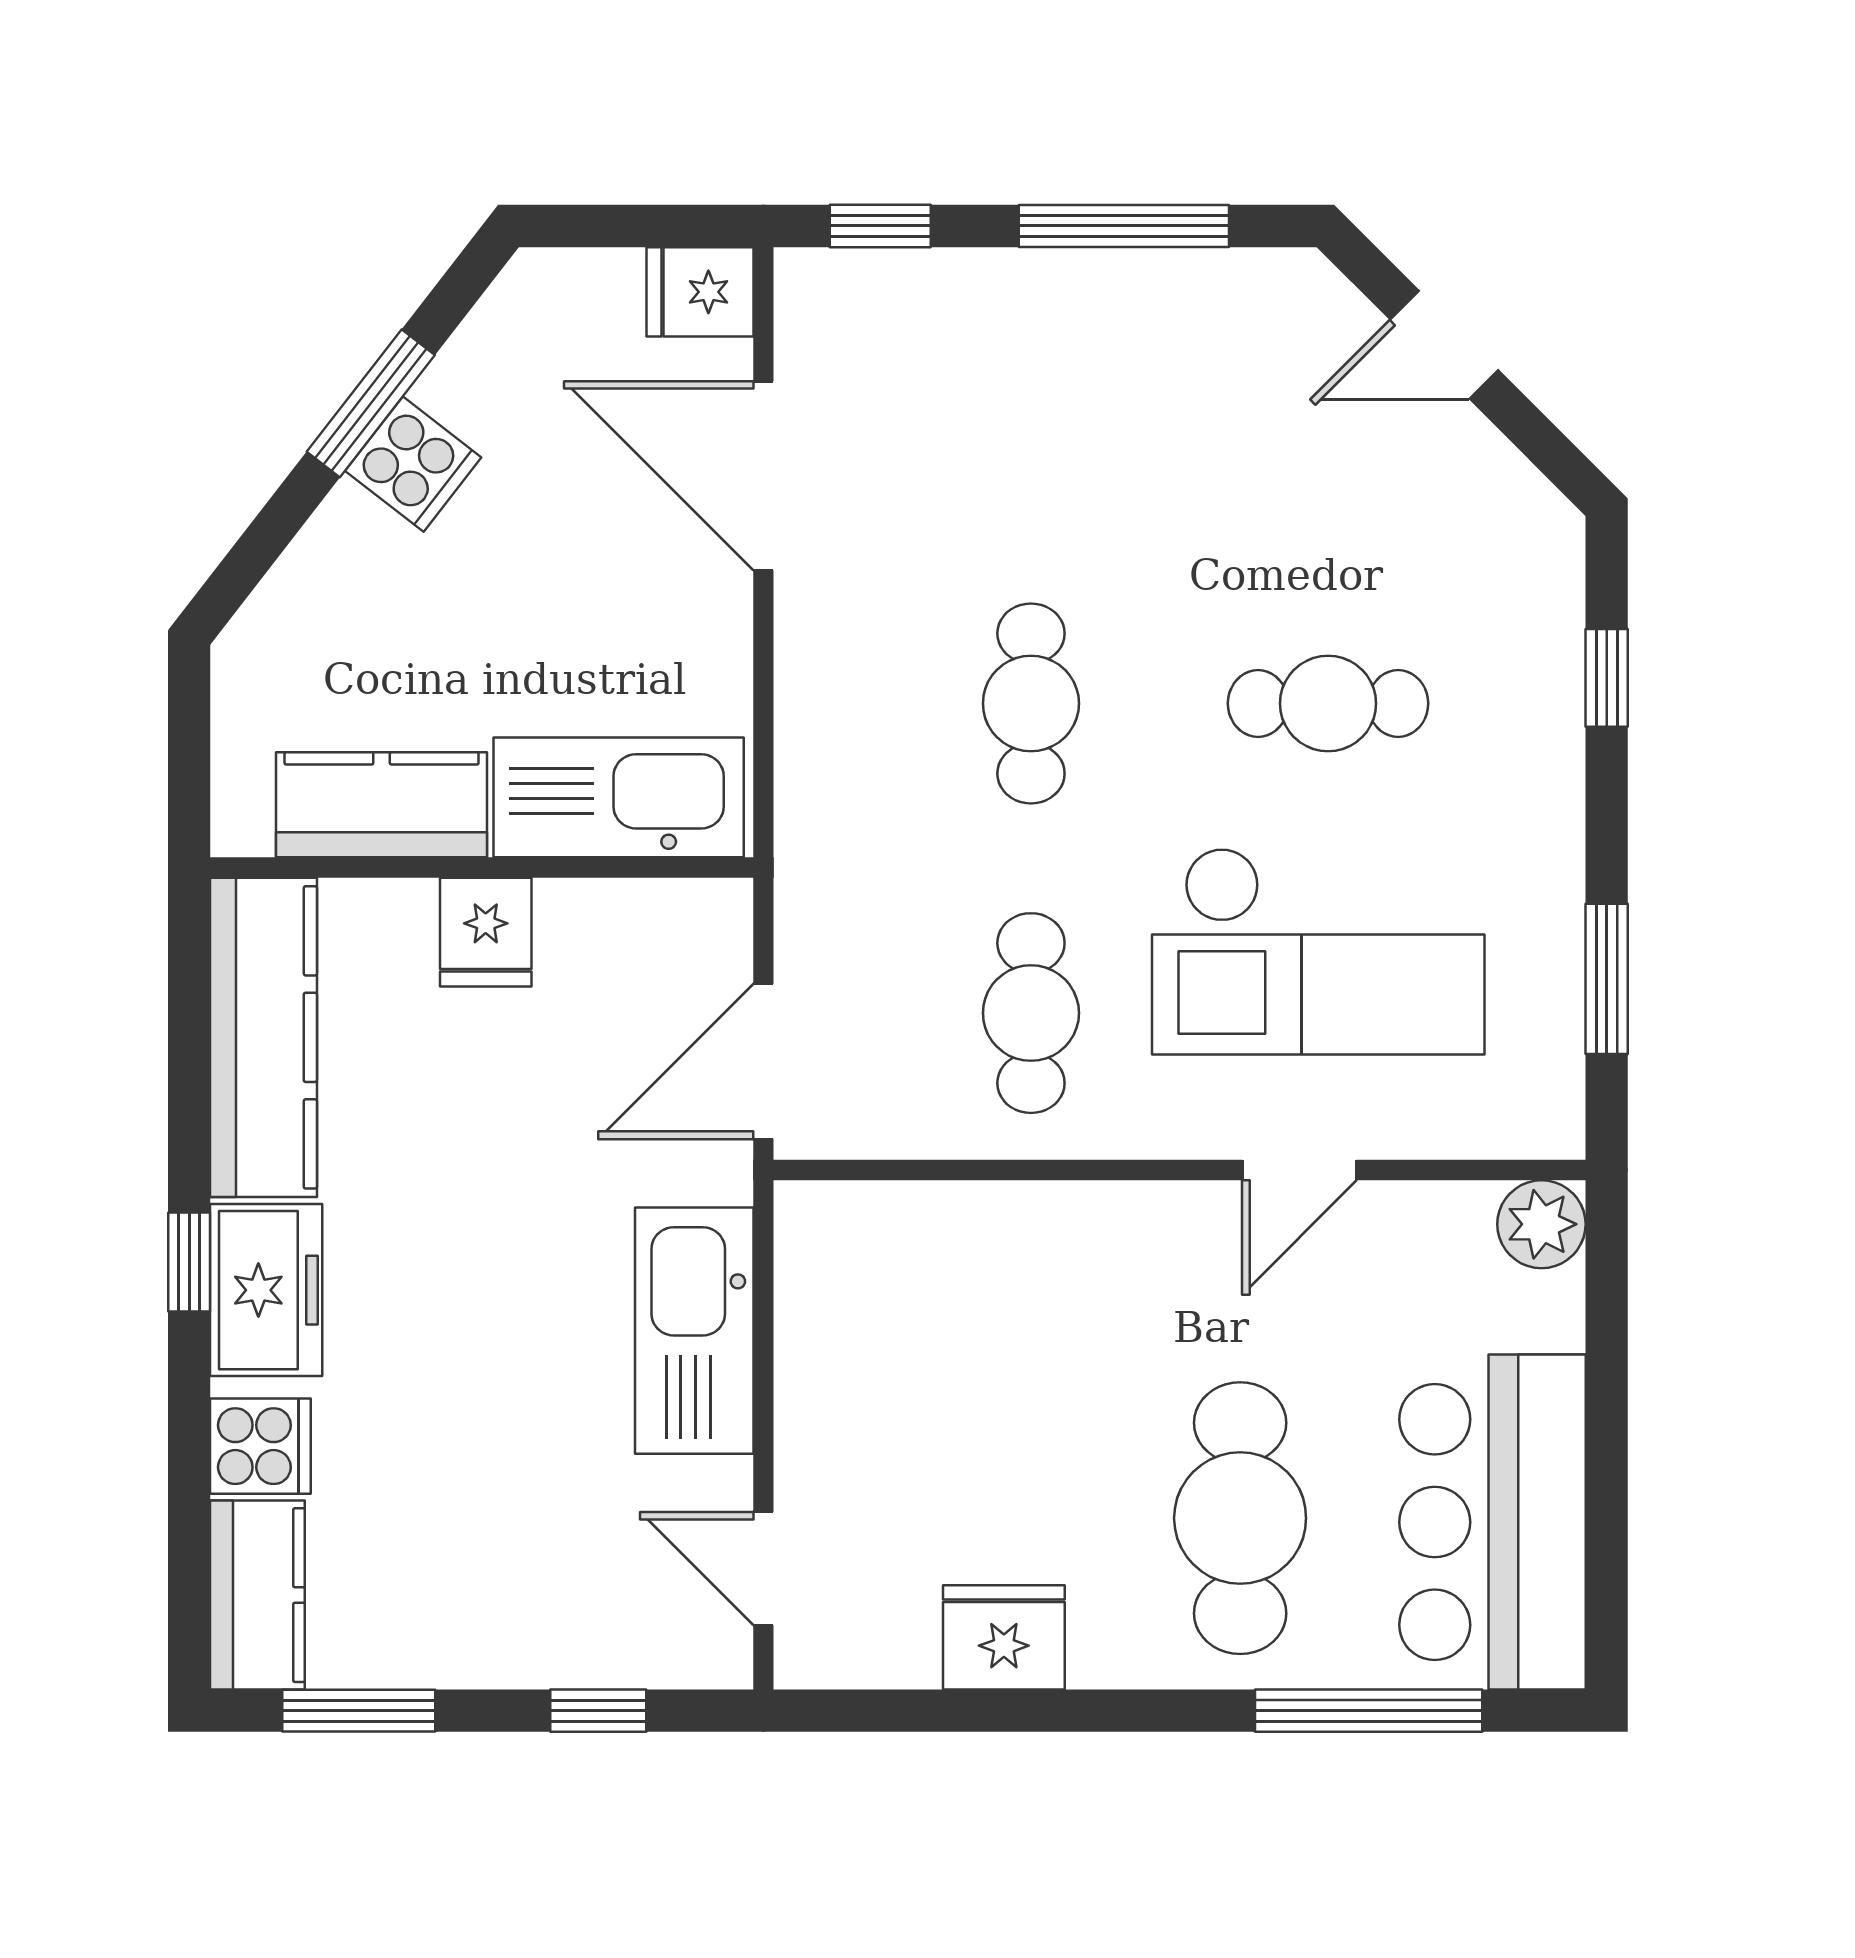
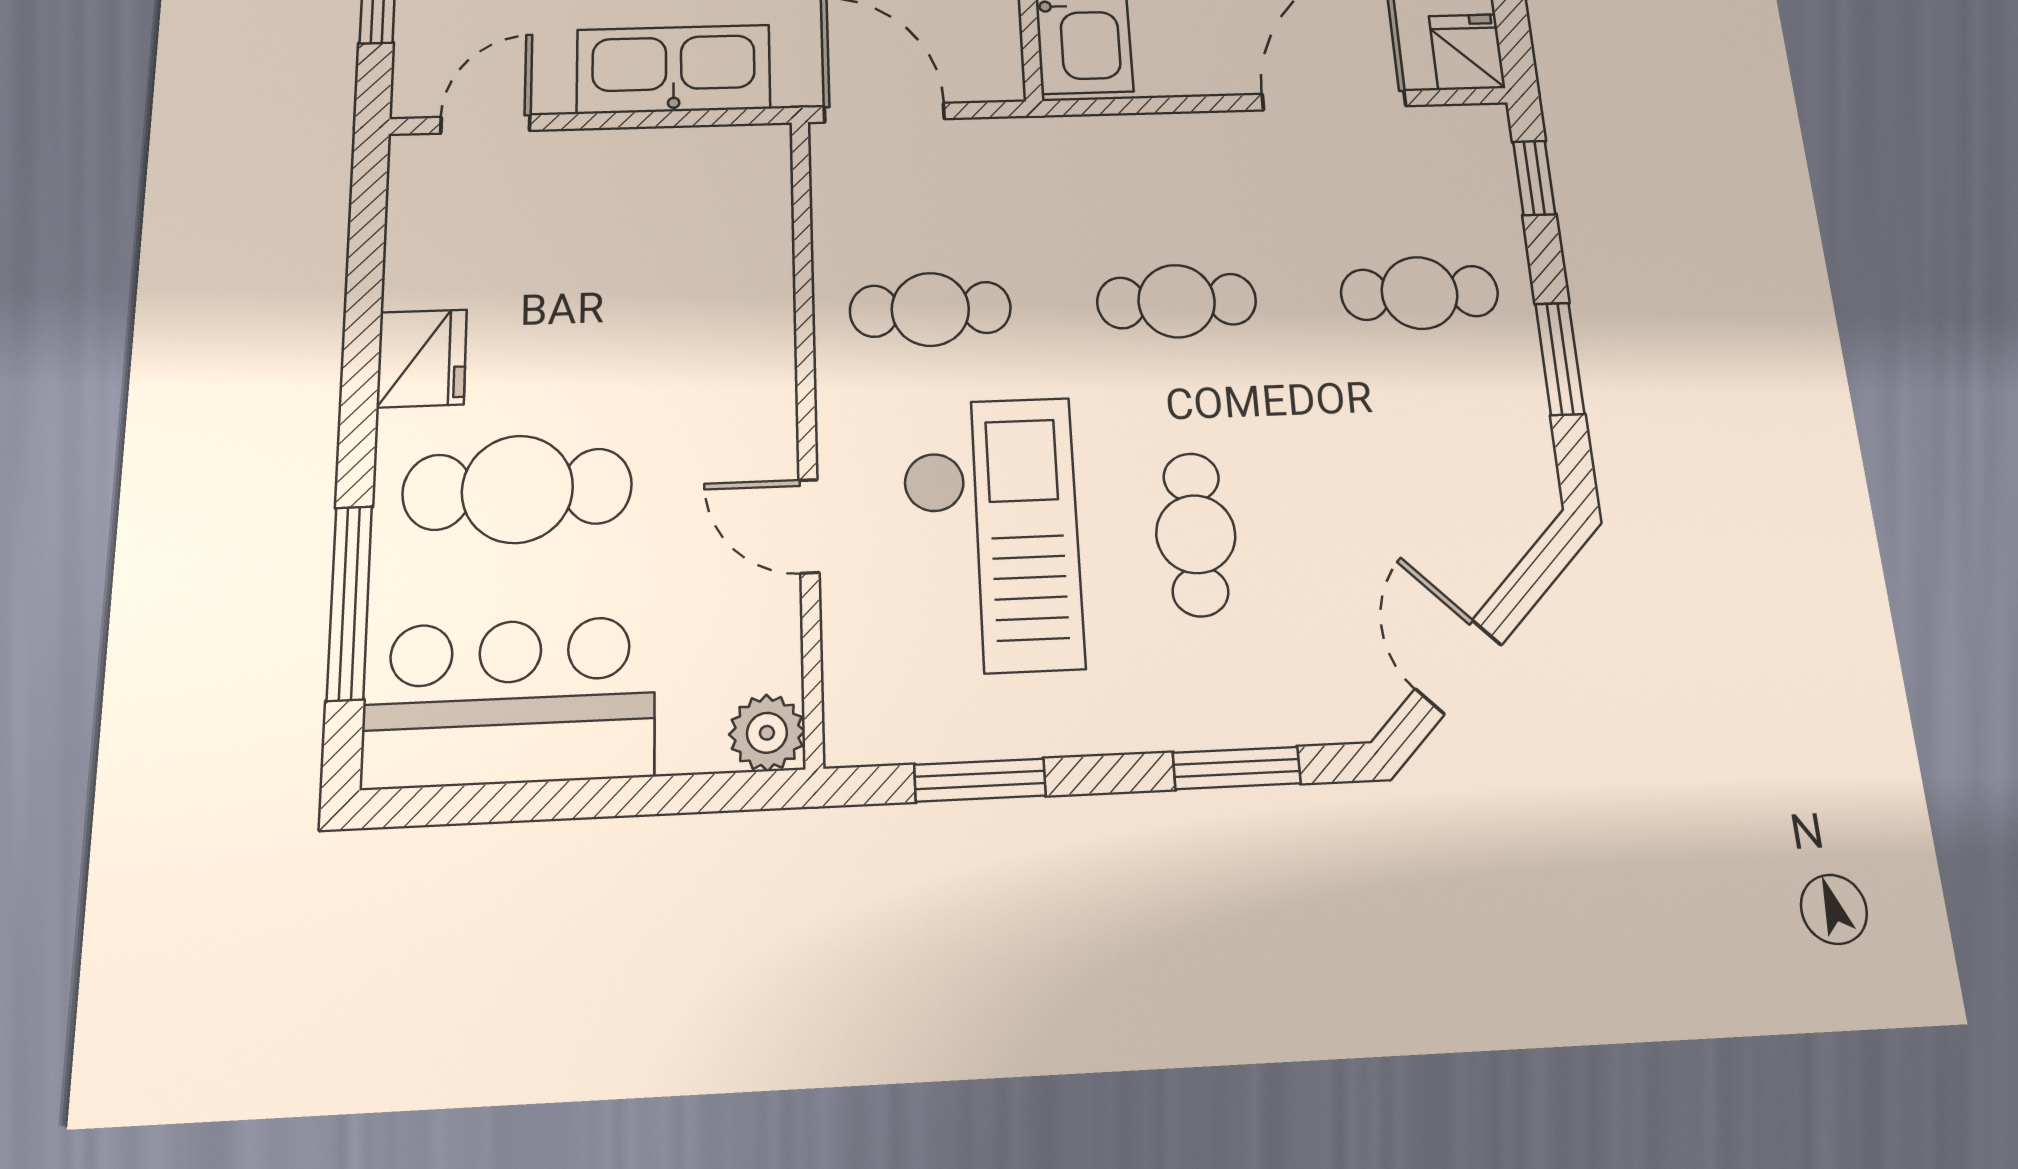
window: (1124, 226) -> (1560, 359), width x0.69
door: (1444, 345) -> (1458, 667), moved
cafe table: (1031, 394) -> (1419, 293), added
window: (1607, 678) -> (1237, 768), width x1.50
checkout: (1318, 951) -> (991, 534), turned 180
fridge: (1004, 1637) -> (422, 358), moved

